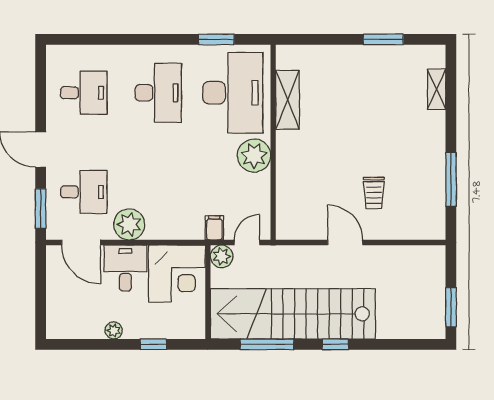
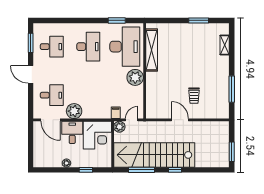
shelving: (287, 100) -> (152, 50), width x1.47
window: (41, 209) -> (31, 43), moved

